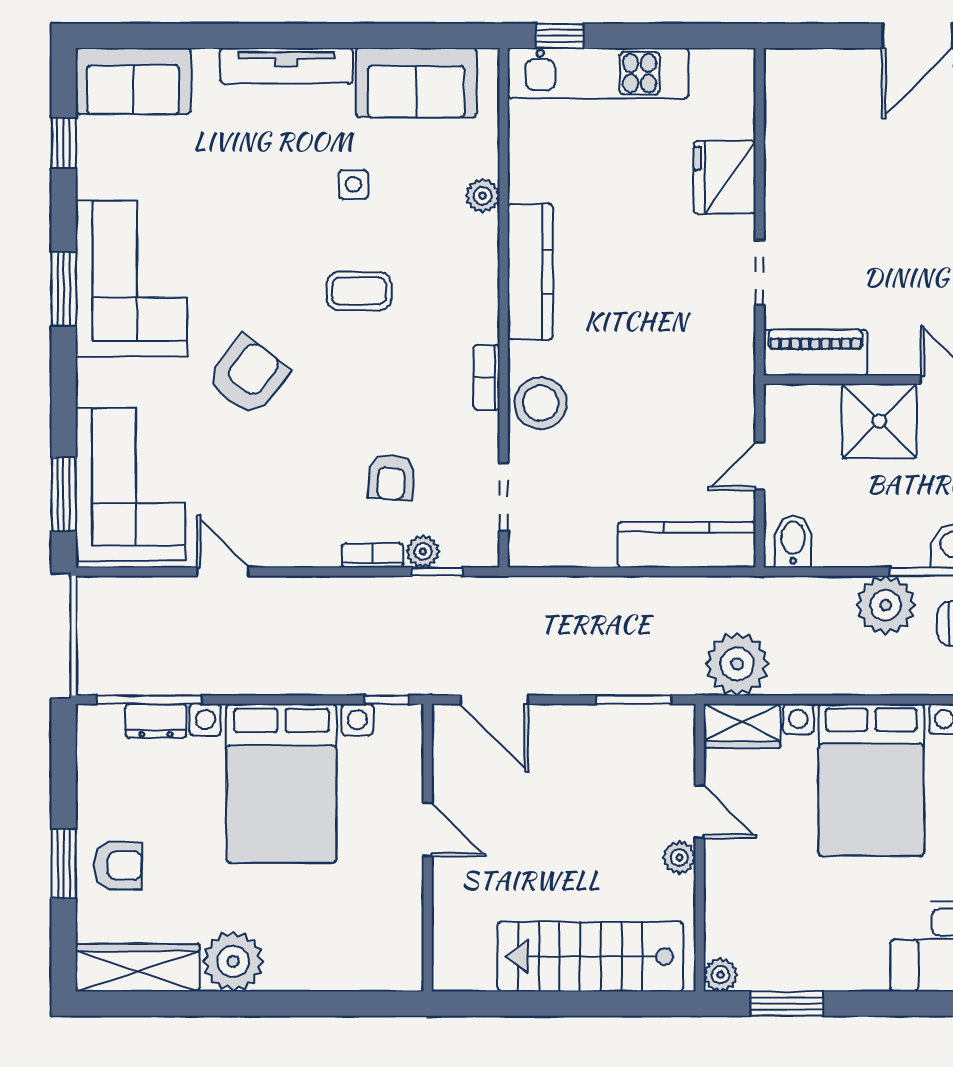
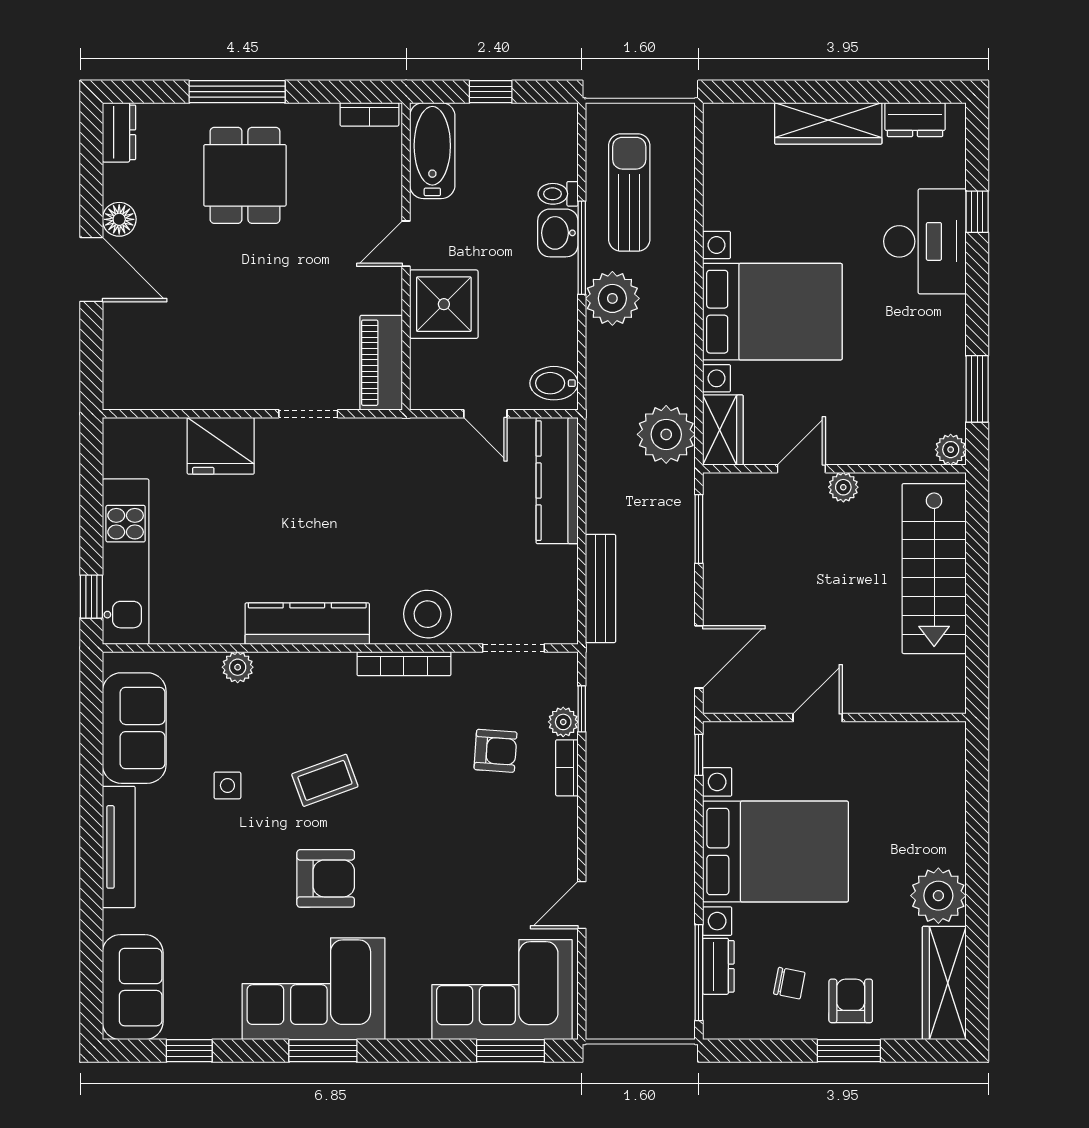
coffee table: (359, 291) -> (325, 780), turned 70
armchair: (248, 376) -> (326, 878), moved, turned 142
bookcase: (487, 377) -> (404, 664), width x1.56
bench: (569, 592) -> (601, 588), added
chair: (137, 798) -> (789, 983), added

